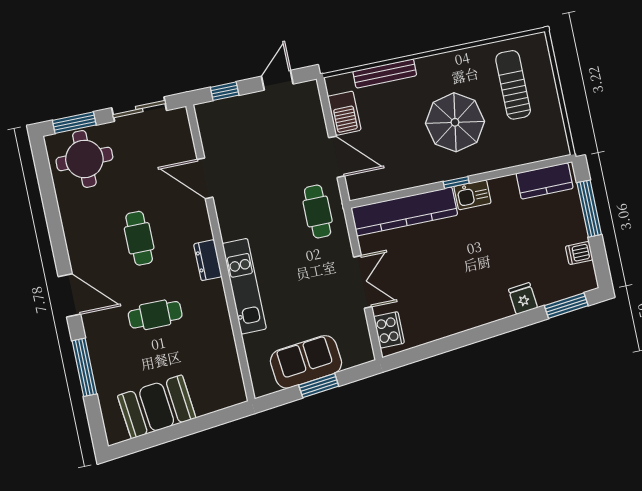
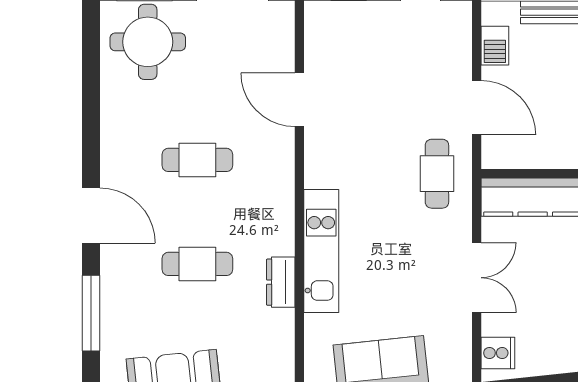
barbecue: (344, 113) -> (495, 46), width x0.73, depth x0.79
cafe table: (139, 238) -> (197, 160), turned 90
dresser: (208, 260) -> (281, 282), moved
cooker: (389, 330) -> (498, 353), width x0.73

